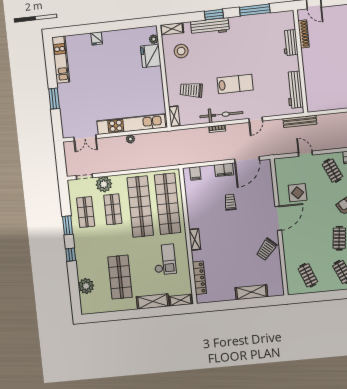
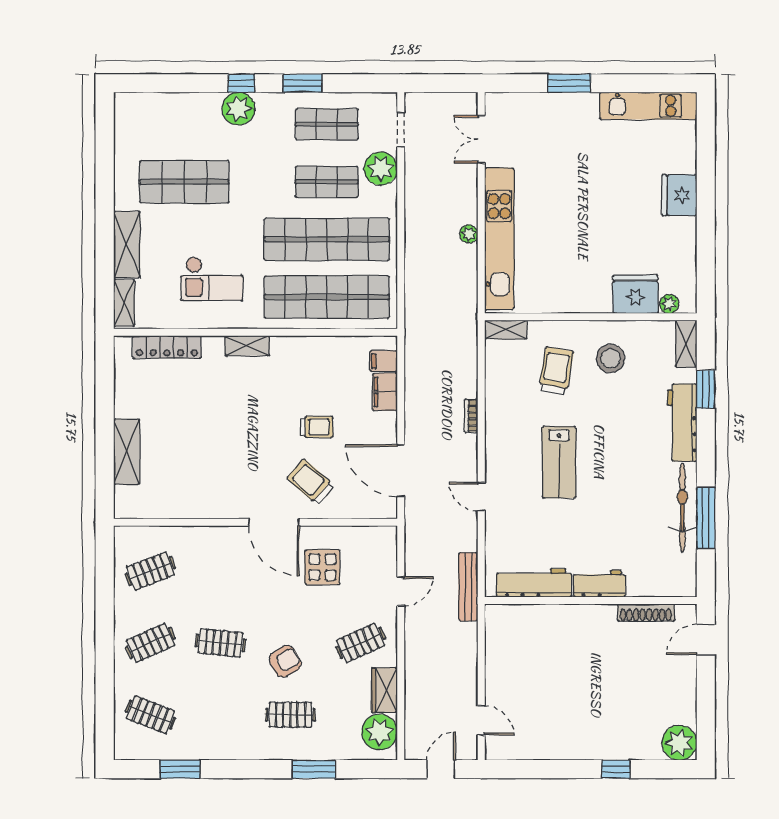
window: (214, 15) -> (706, 389), moved
fridge: (97, 38) -> (679, 195), width x1.88, depth x1.34
workbench: (290, 43) -> (599, 584), moved
stool: (181, 51) -> (610, 358), moved
bicycle: (221, 115) -> (682, 508), moved, turned 180
filing cabinet: (224, 170) -> (385, 392), moved
trolley: (267, 249) -> (311, 482), moved
plant: (86, 286) -> (238, 109), moved

